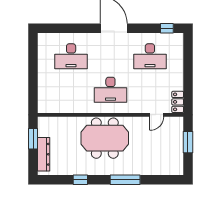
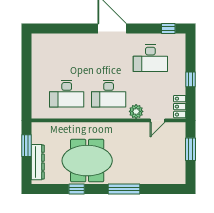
desk: (71, 56) -> (67, 94), moved
window: (188, 76) -> (191, 79), added
plant: (137, 107) -> (136, 111), added
meeting table: (105, 138) -> (87, 161), moved

